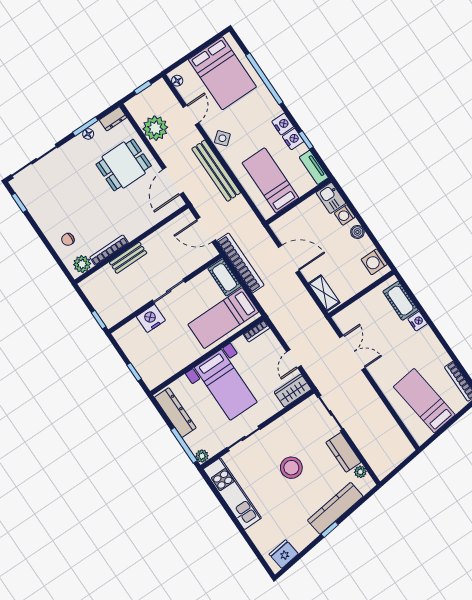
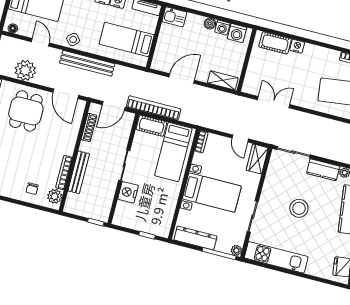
washing machine: (345, 215) -> (222, 28), moved
shoe rack: (167, 230) -> (89, 127), added
bench: (128, 258) -> (79, 172), width x1.36

